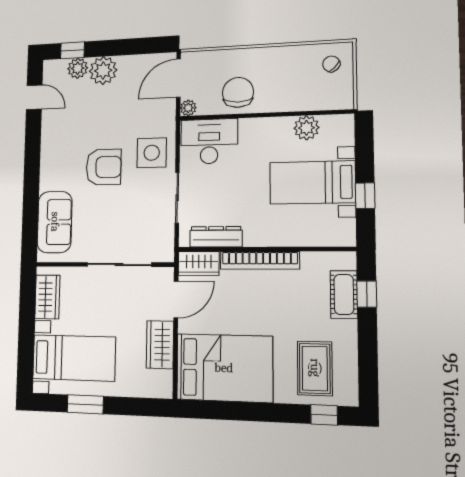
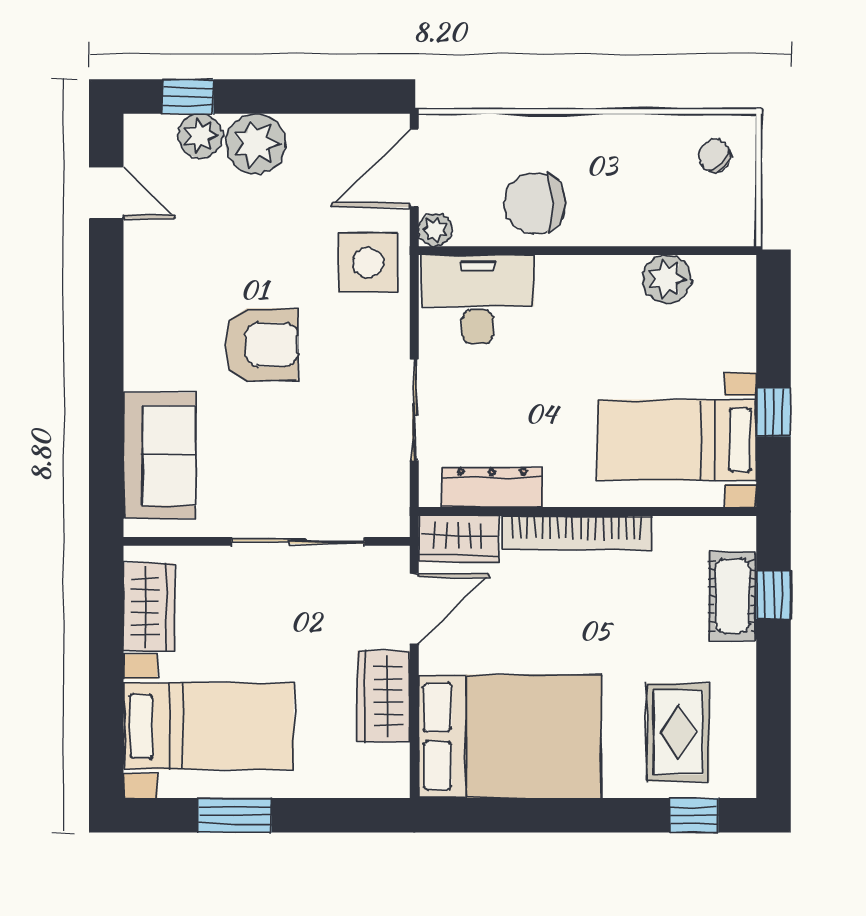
chair: (238, 92) -> (534, 203), turned -90
side table: (152, 153) -> (368, 262), moved
bed with nightstands: (312, 182) -> (677, 440), moved

